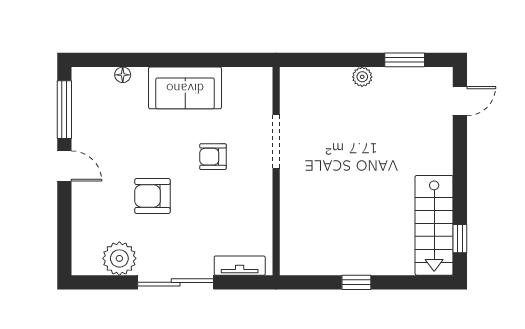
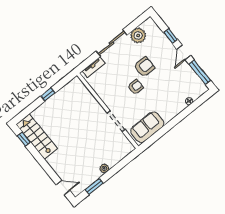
sofa: (185, 88) -> (147, 127), moved
door: (460, 101) -> (63, 188), swing flipped
armchair: (213, 157) -> (136, 87), moved
door: (64, 166) -> (184, 52), hinge flipped
window: (64, 213) -> (170, 36), added

